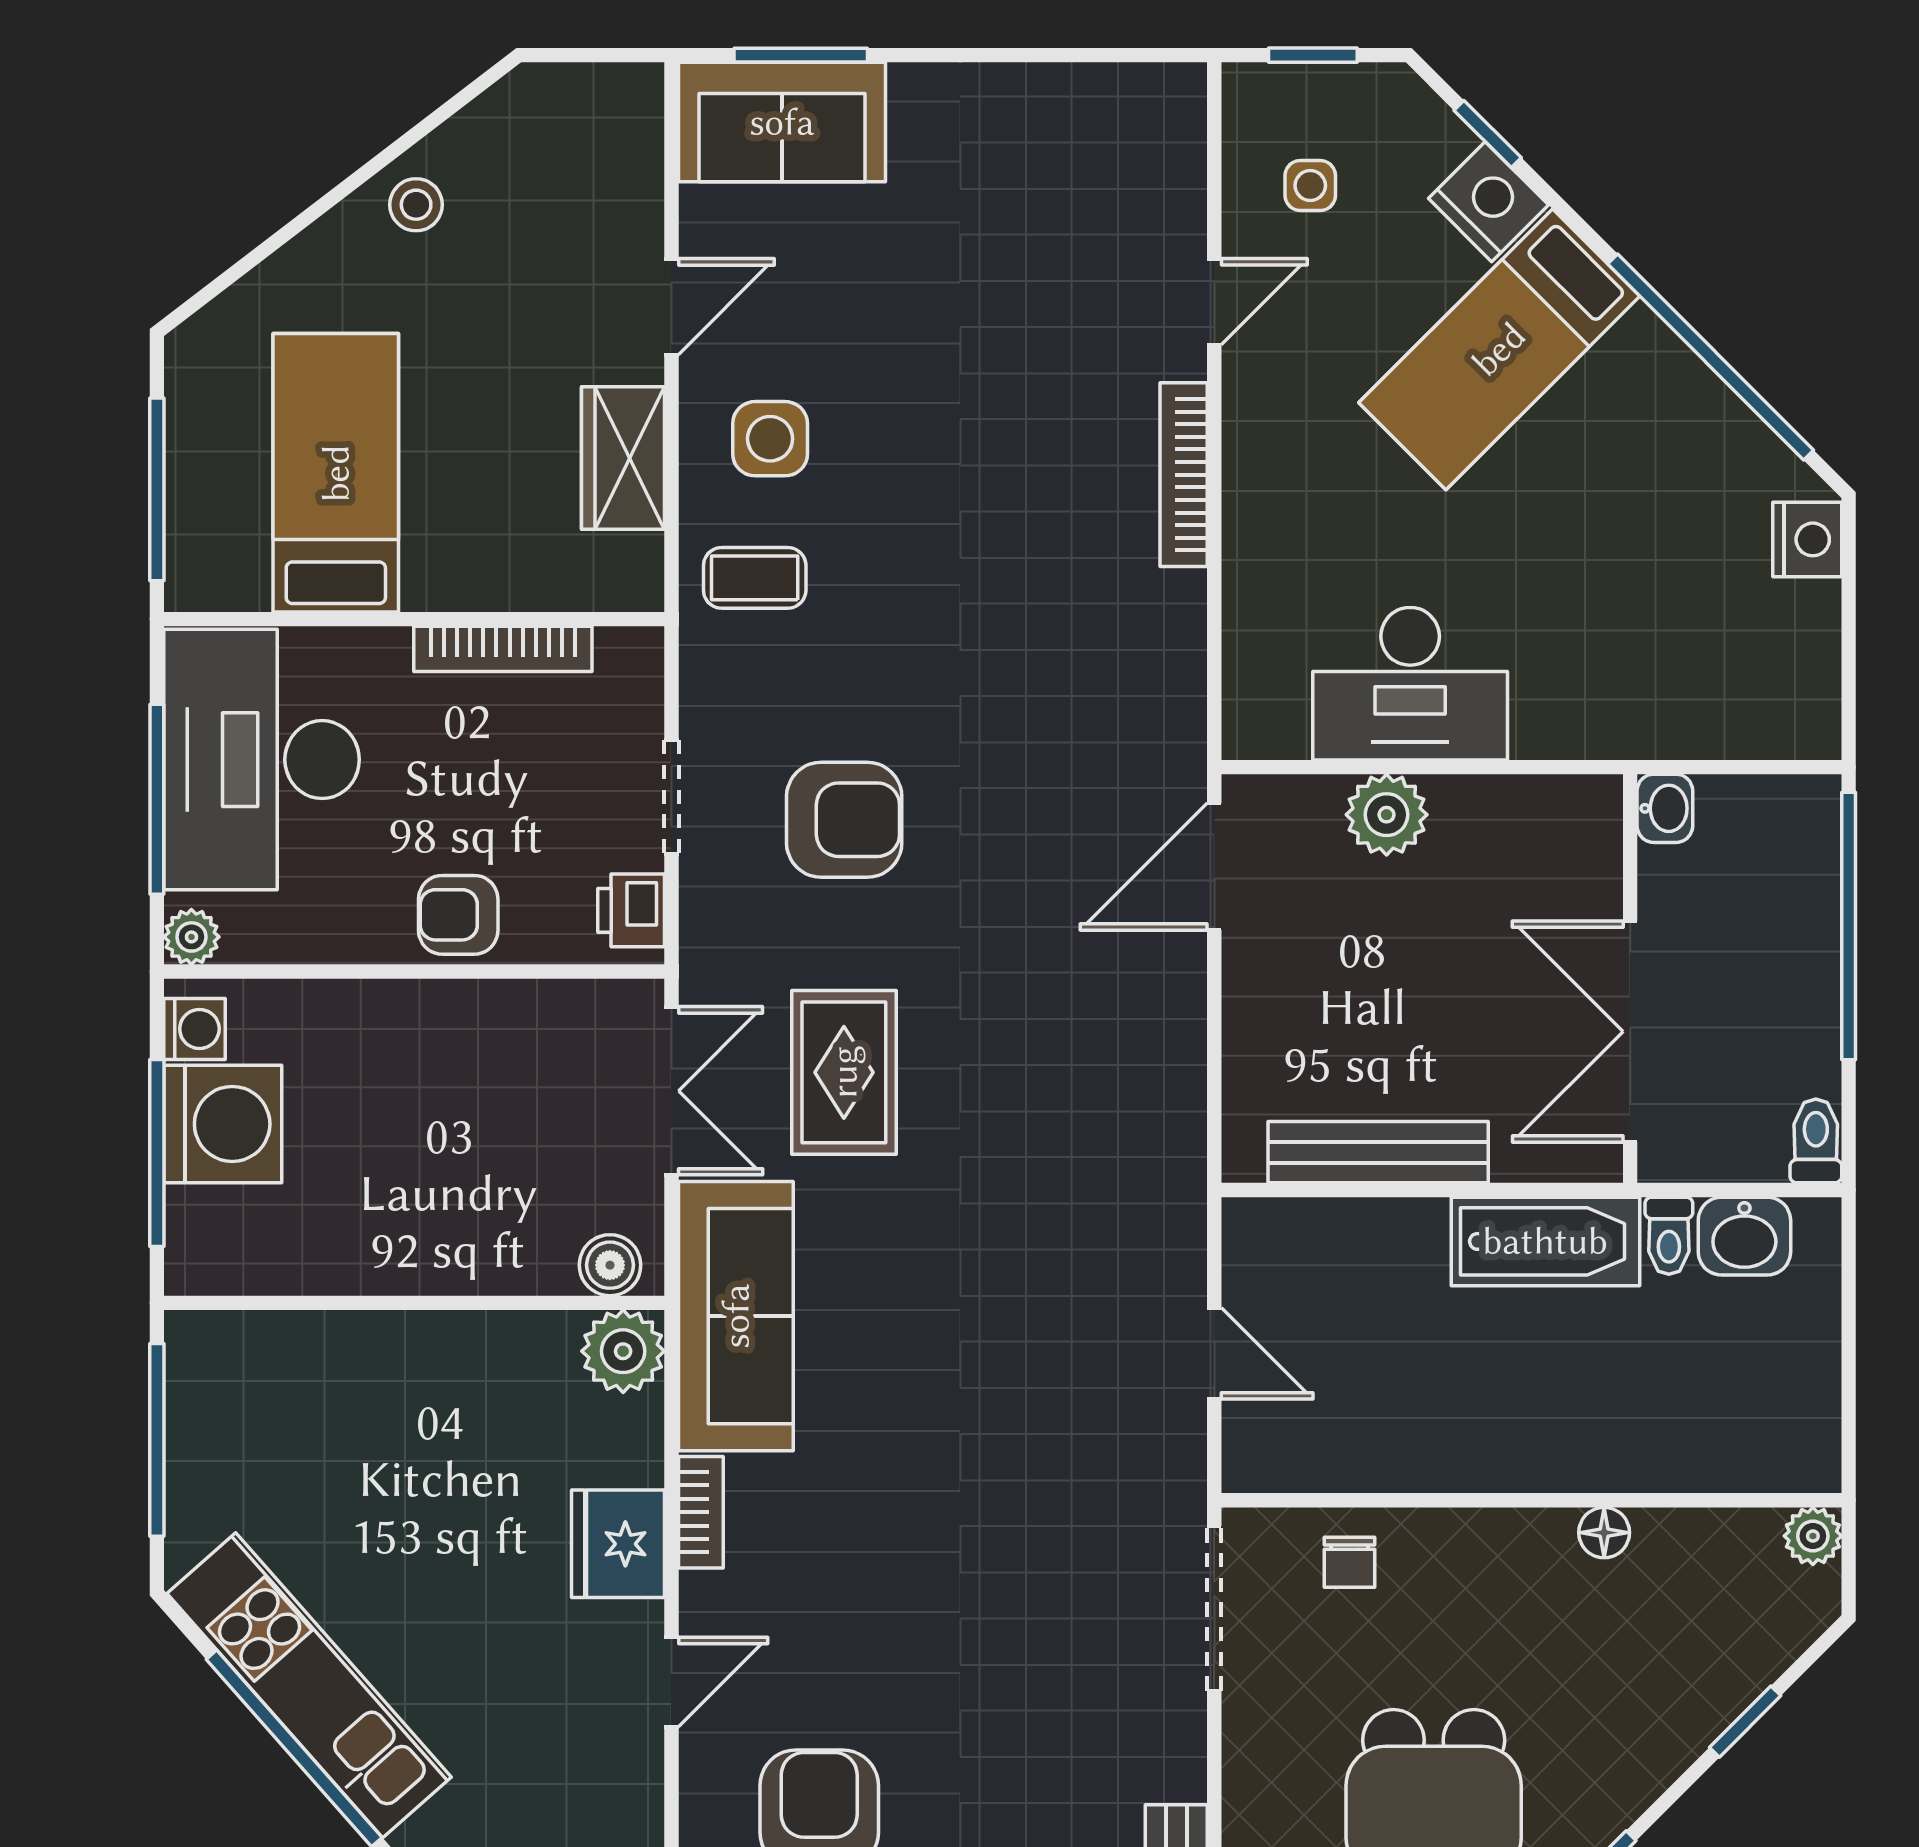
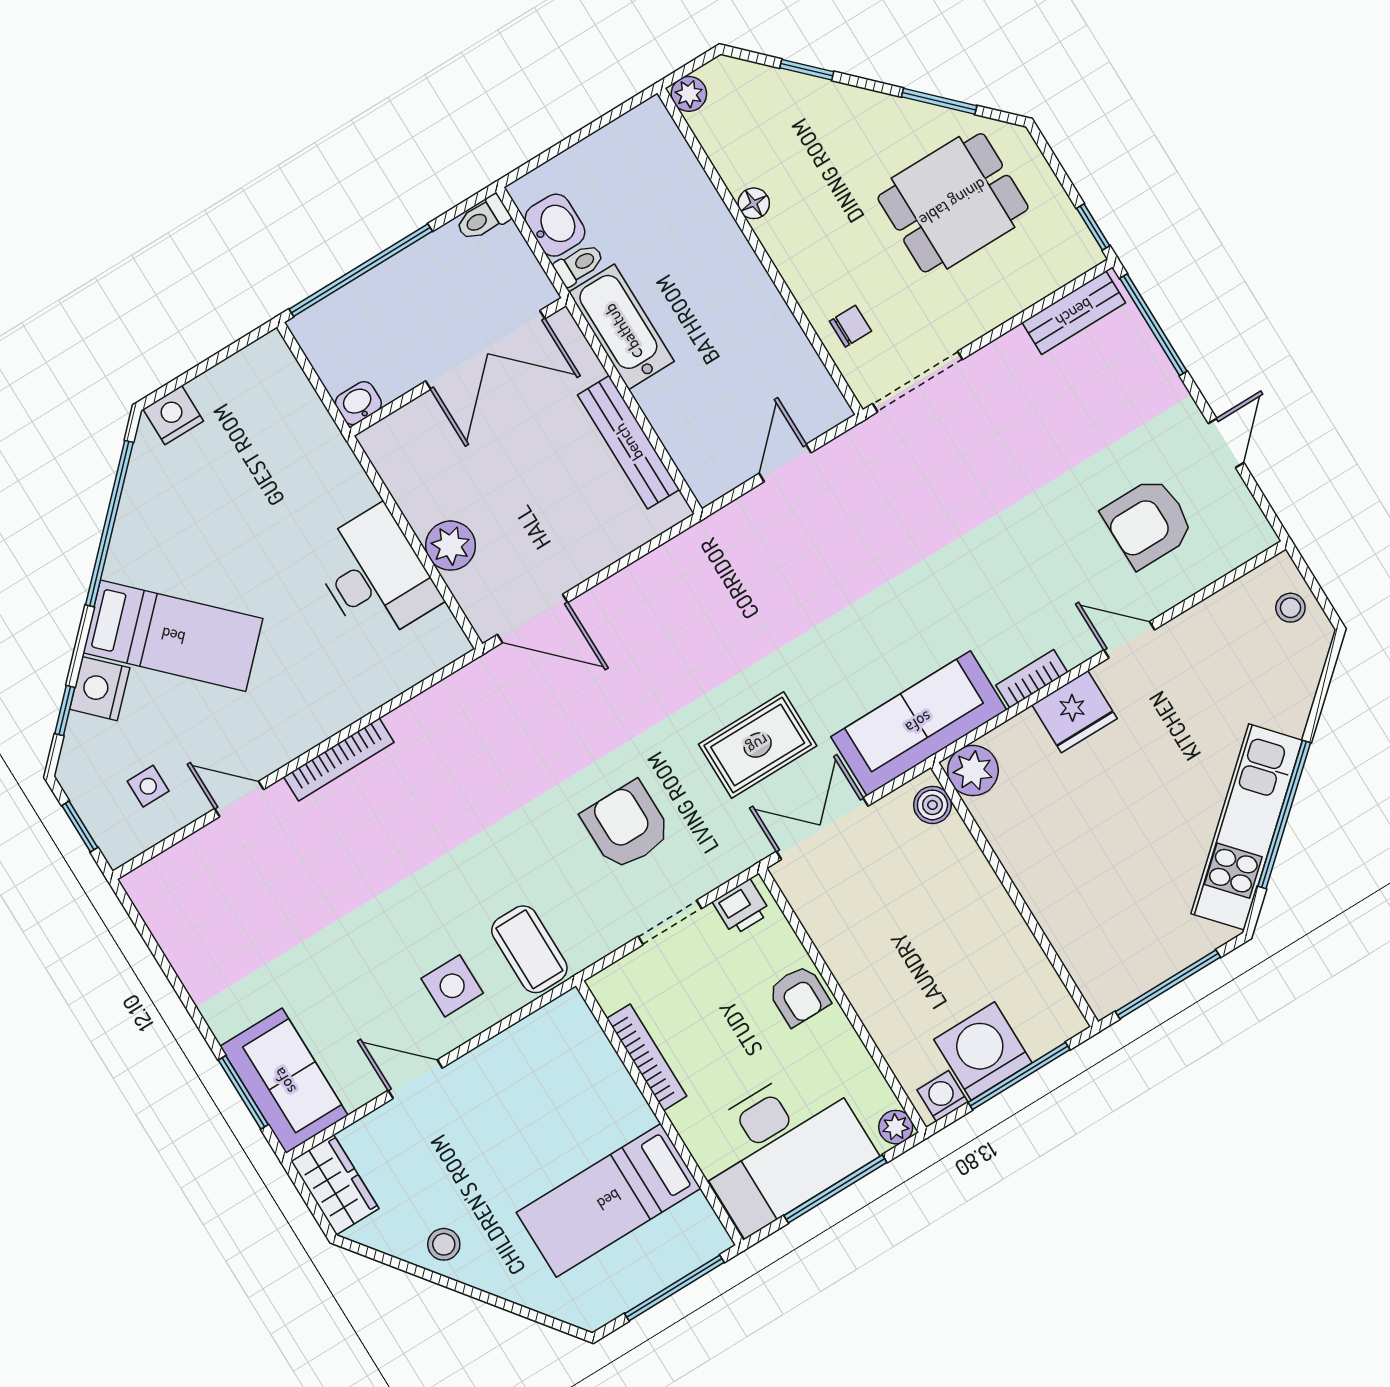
wardrobe: (623, 458) -> (335, 1185), moved, turned -90
coffee table: (755, 578) -> (529, 949), width x1.36, depth x1.30

